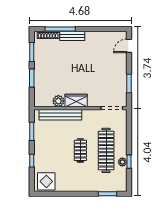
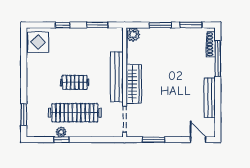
bench: (72, 36) -> (210, 98), moved, width x1.36
wardrobe: (76, 100) -> (134, 84), width x1.50
plant: (58, 101) -> (133, 34), moved
bench: (60, 115) -> (117, 77), moved

